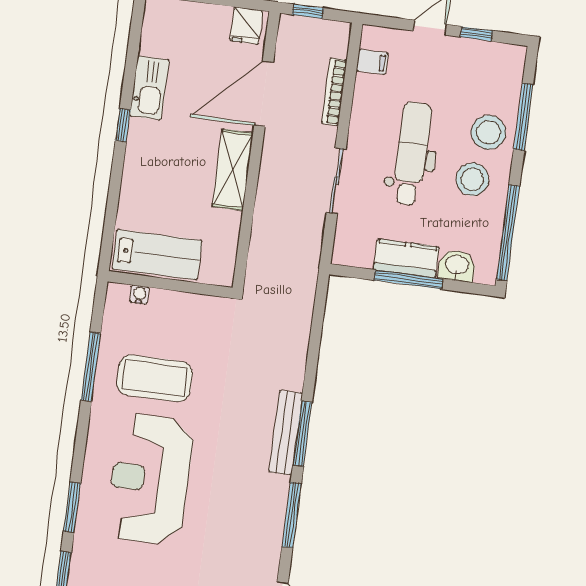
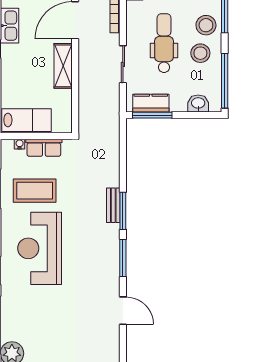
kitchen counter: (406, 258) -> (151, 103), moved
window: (408, 280) -> (152, 115), moved
row of seats: (181, 306) -> (44, 148), added
bench: (286, 433) -> (113, 205), width x0.73

